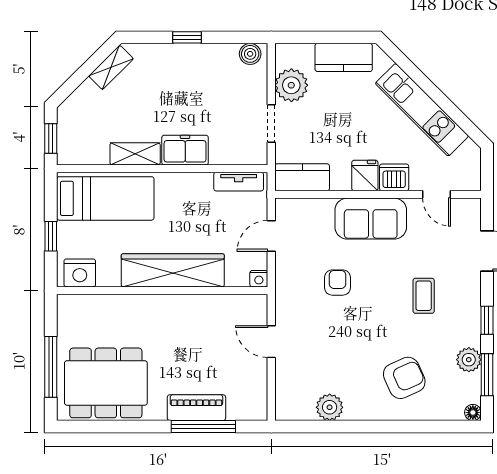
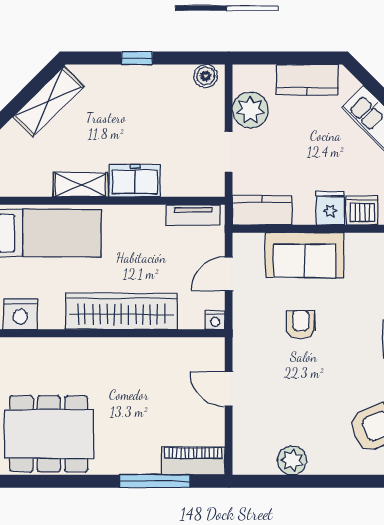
shelving: (111, 67) -> (48, 102), width x1.50, depth x1.33
sofa: (371, 219) -> (305, 255), moved
piano: (196, 408) -> (193, 461), moved

